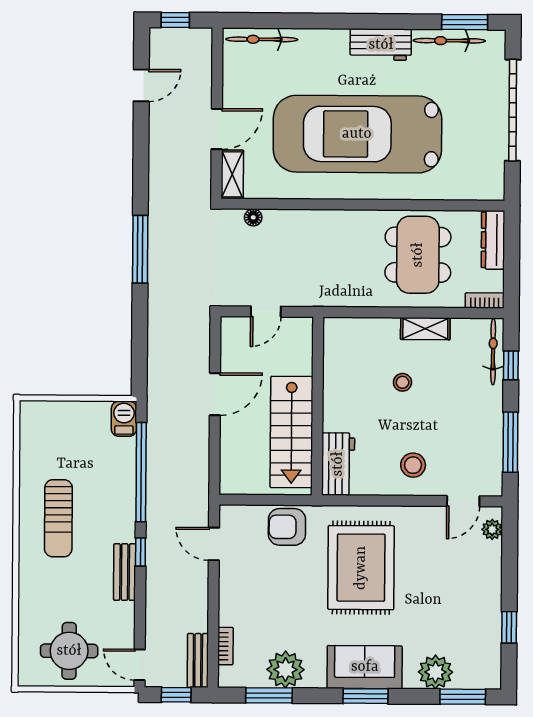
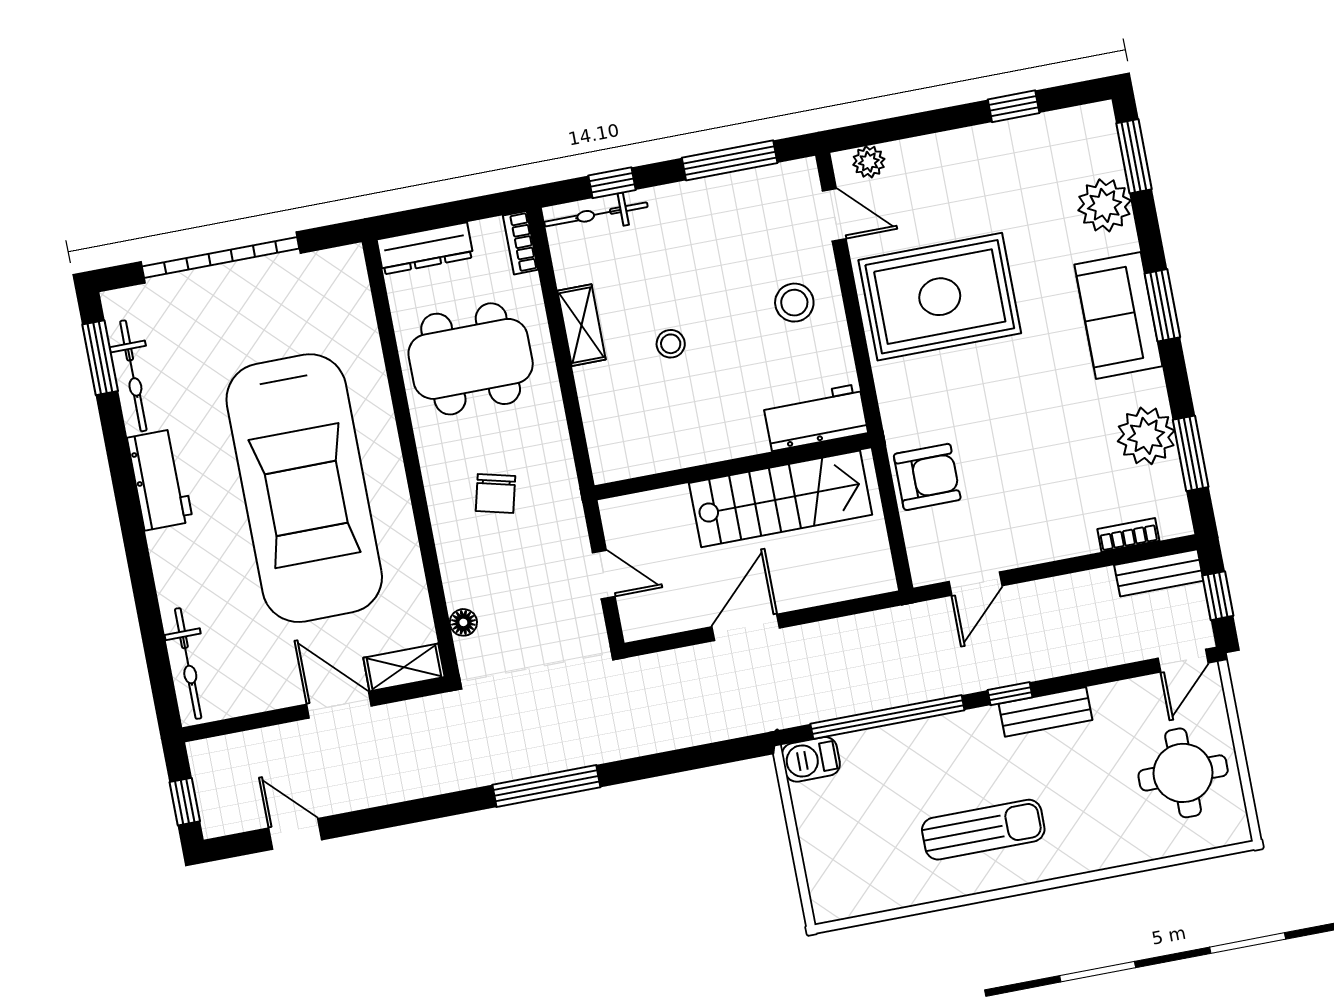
chair: (330, 254) -> (495, 494), added
door: (215, 394) -> (746, 627), hinge flipped
armchair: (287, 527) -> (927, 477), turned -90
rug: (361, 568) -> (940, 297), moved

